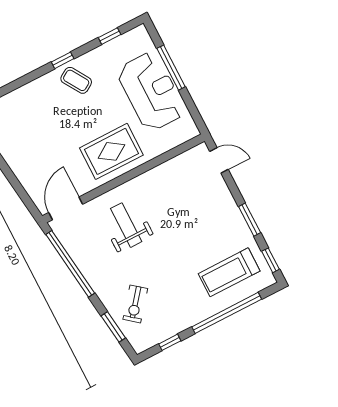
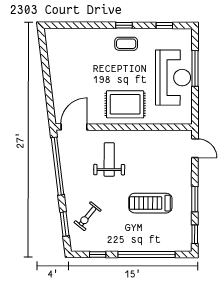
coffee table: (76, 80) -> (126, 44), turned -58
treadmill: (229, 272) -> (150, 203), moved

